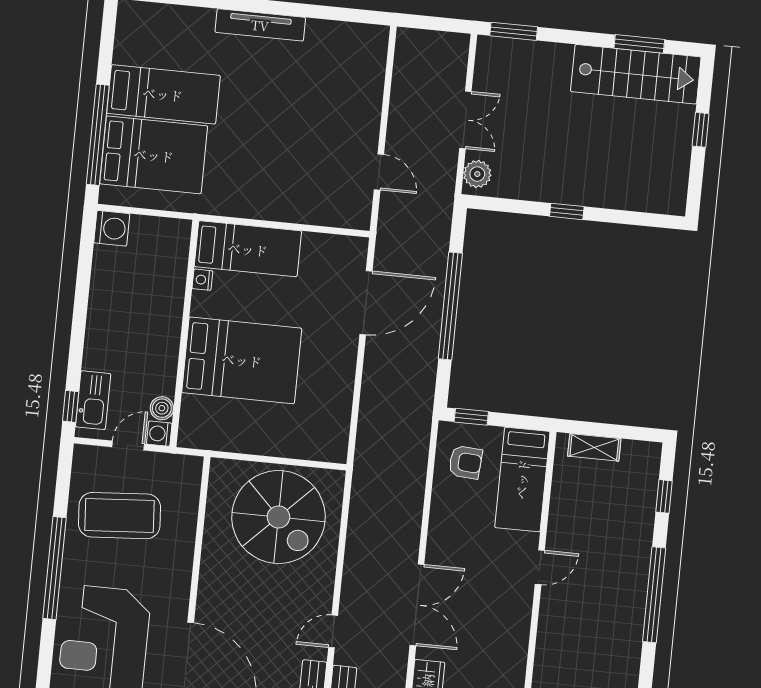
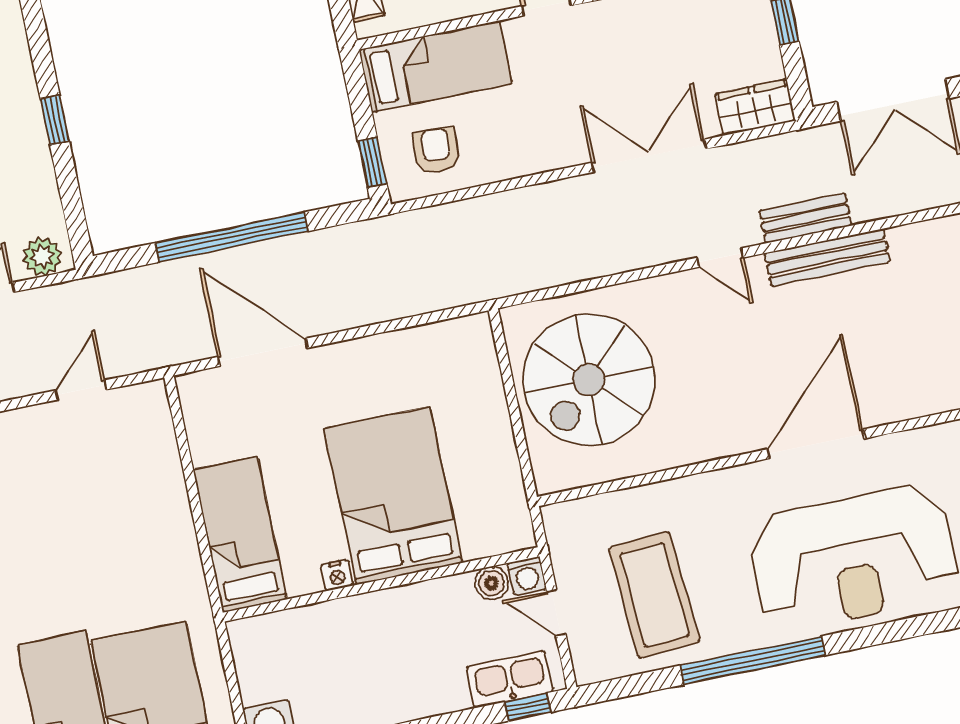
nightstand: (202, 280) -> (337, 575), moved
spiral stairs: (278, 517) -> (589, 380), turned 180

